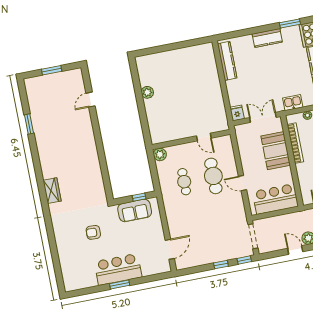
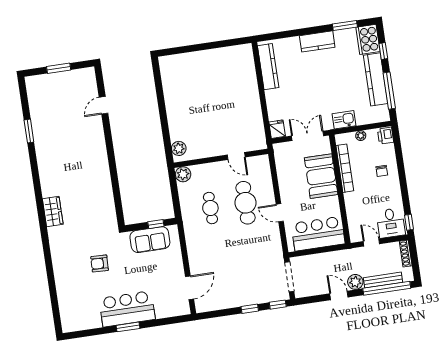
plant: (147, 92) -> (179, 148), moved

